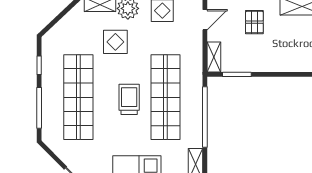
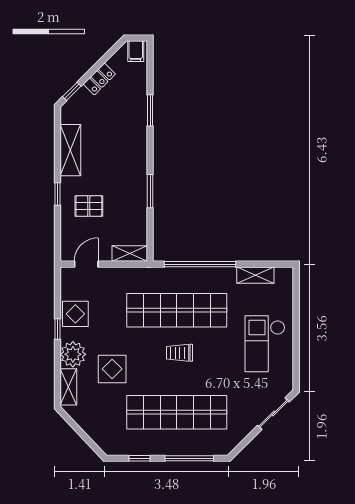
door: (205, 20) -> (86, 264), hinge flipped
window: (237, 74) -> (150, 191), moved
trolley: (129, 99) -> (179, 353), width x0.73, depth x0.72

